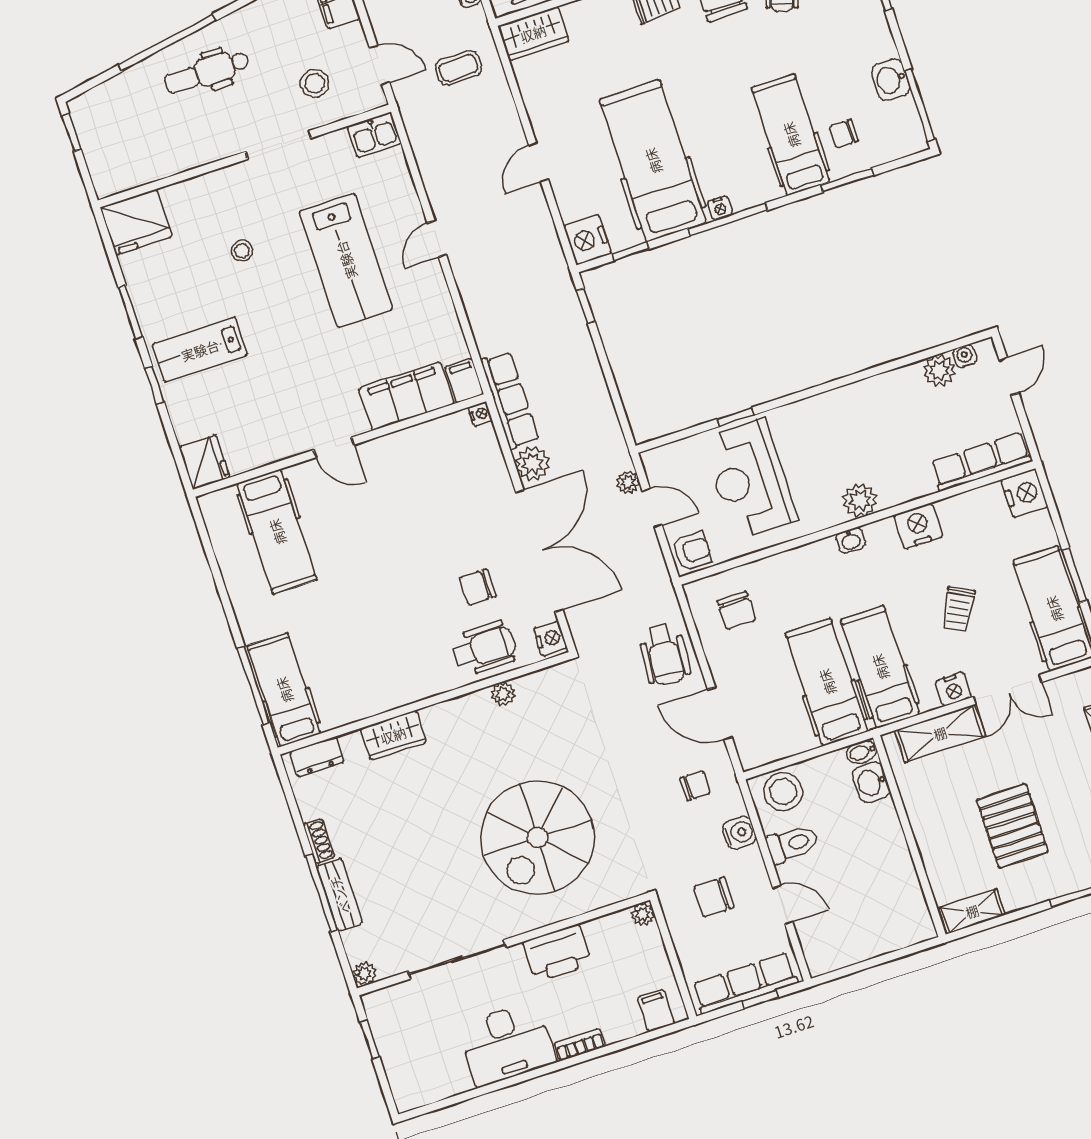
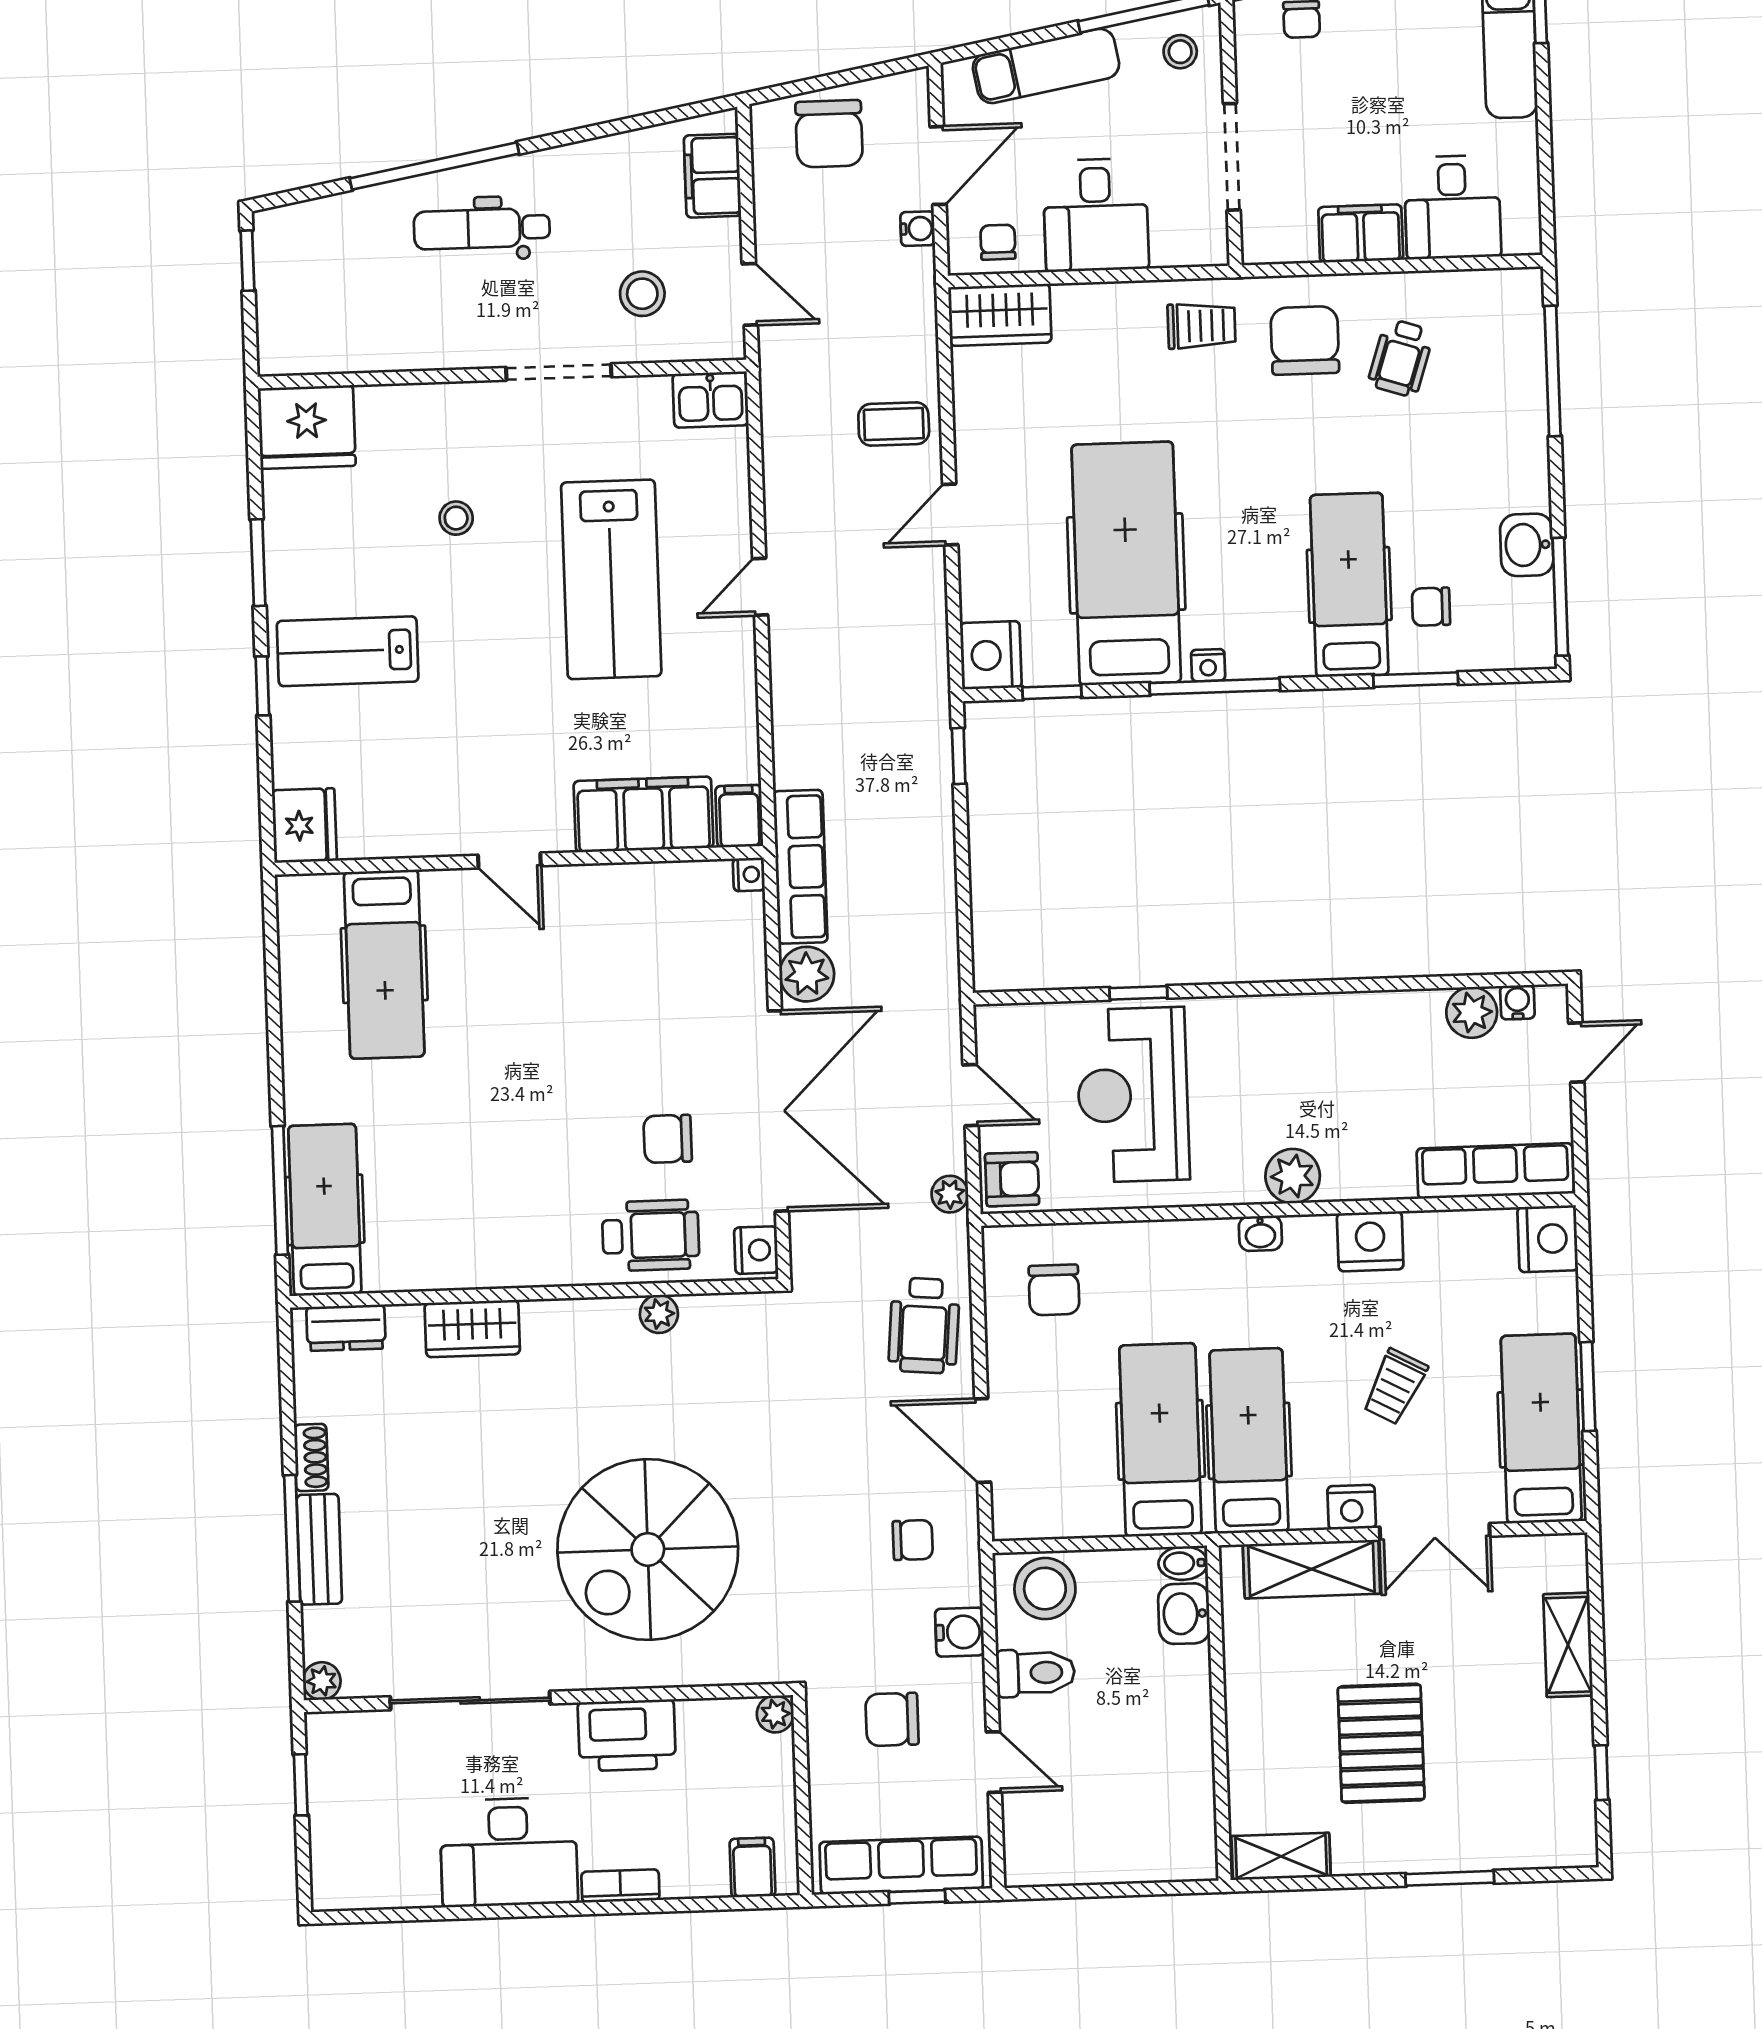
coffee table: (459, 68) -> (894, 424), moved
plant: (628, 482) -> (950, 1194), moved

